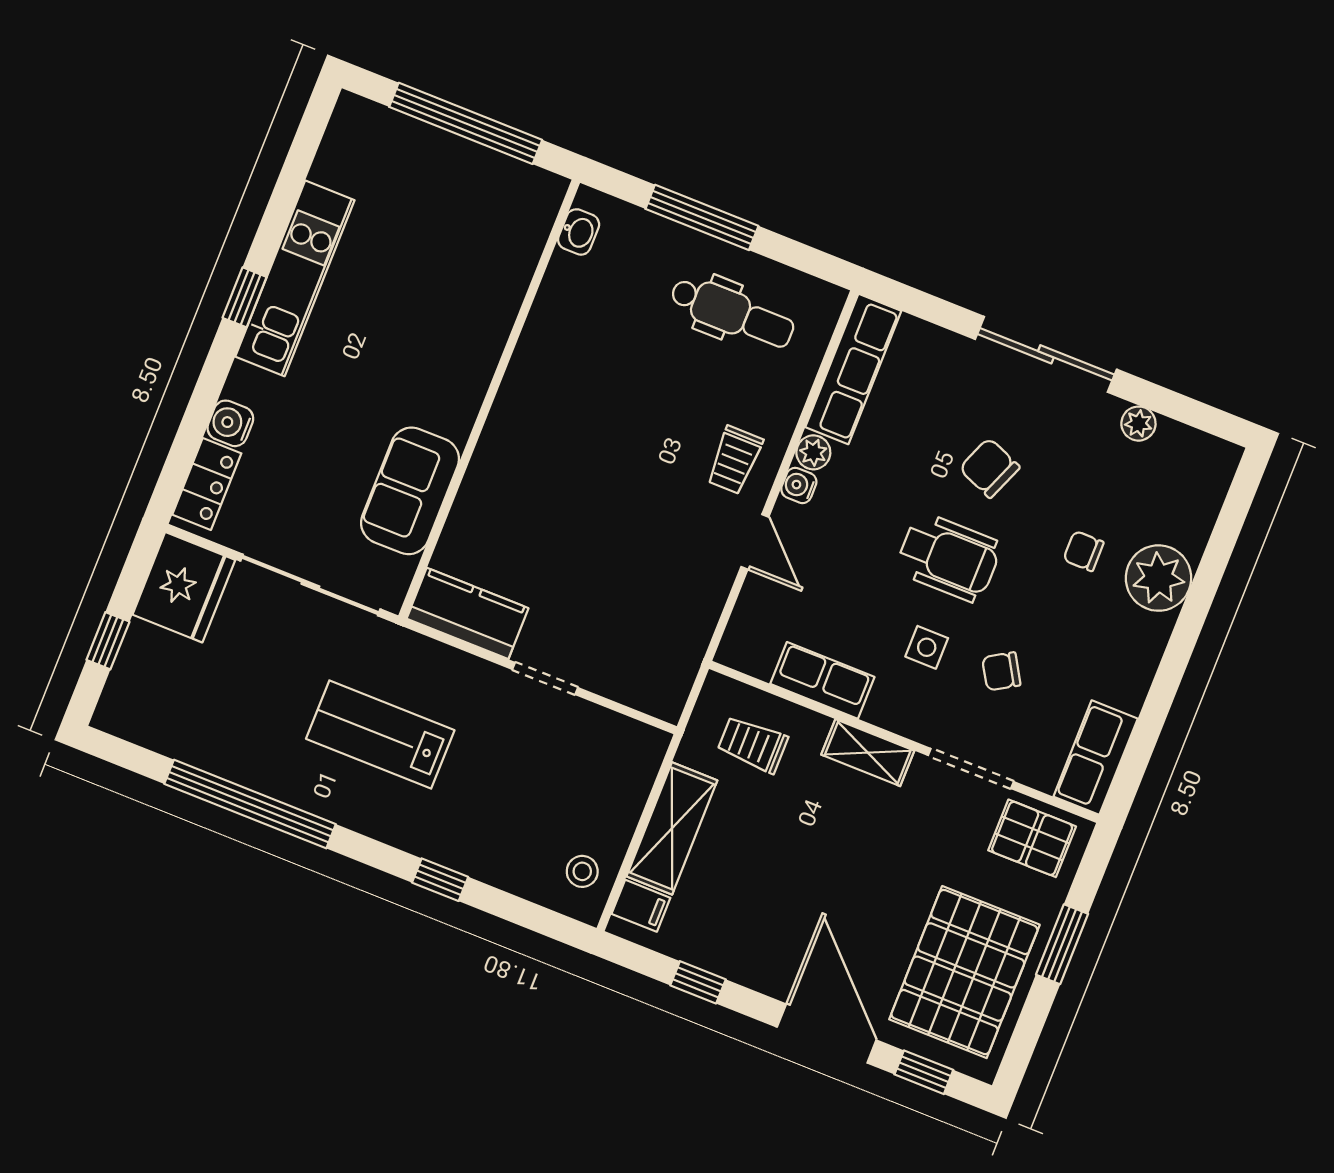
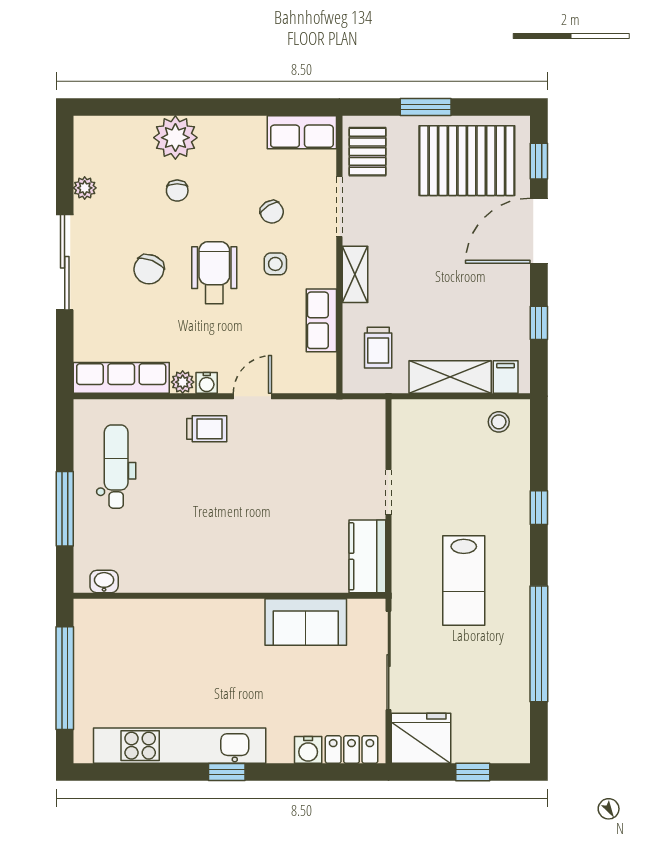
kitchen unit: (295, 278) -> (180, 746), width x1.36

